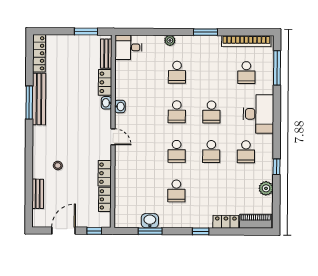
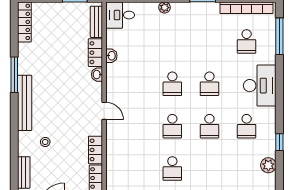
school desk: (177, 72) -> (172, 41), removed
bench: (39, 99) -> (25, 103), moved
washbasin: (120, 106) -> (111, 56), moved

